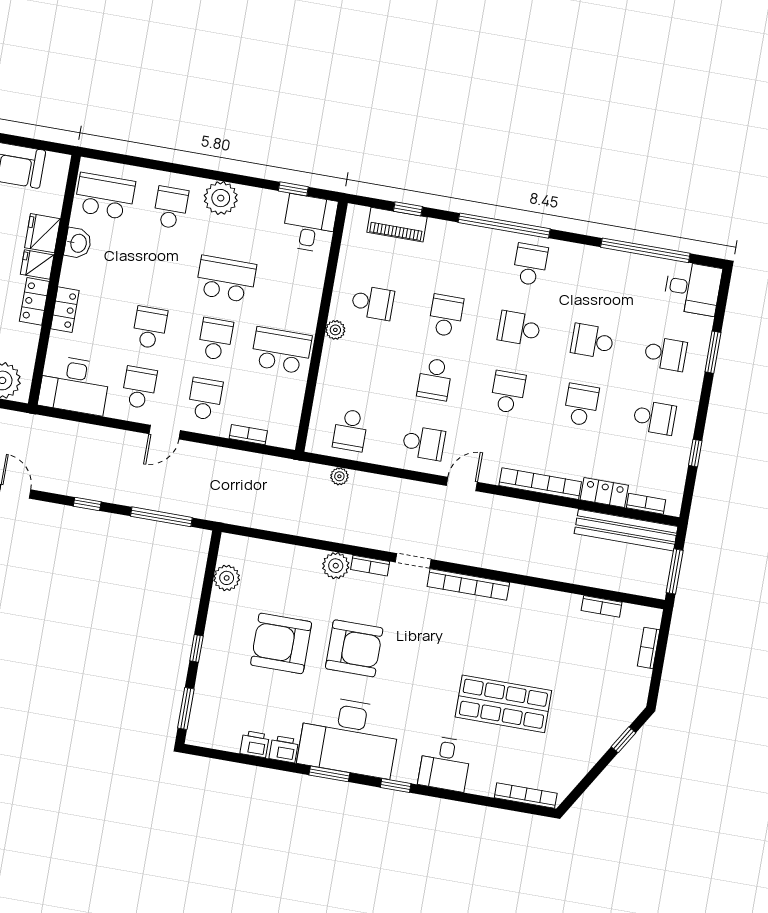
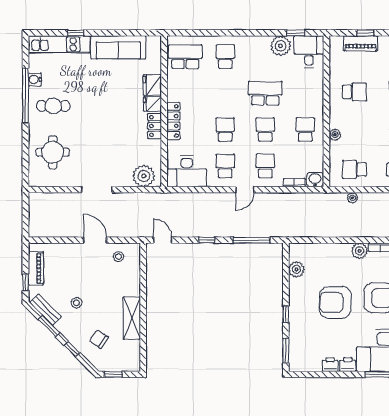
plant: (221, 198) -> (281, 46), moved
washbasin: (78, 243) -> (315, 180), moved, turned -90
locker: (65, 310) -> (173, 121), width x1.53
plant: (335, 330) -> (335, 135), moved
school desk: (281, 350) -> (305, 130), width x0.54
school desk: (350, 430) -> (354, 169), turned 90

